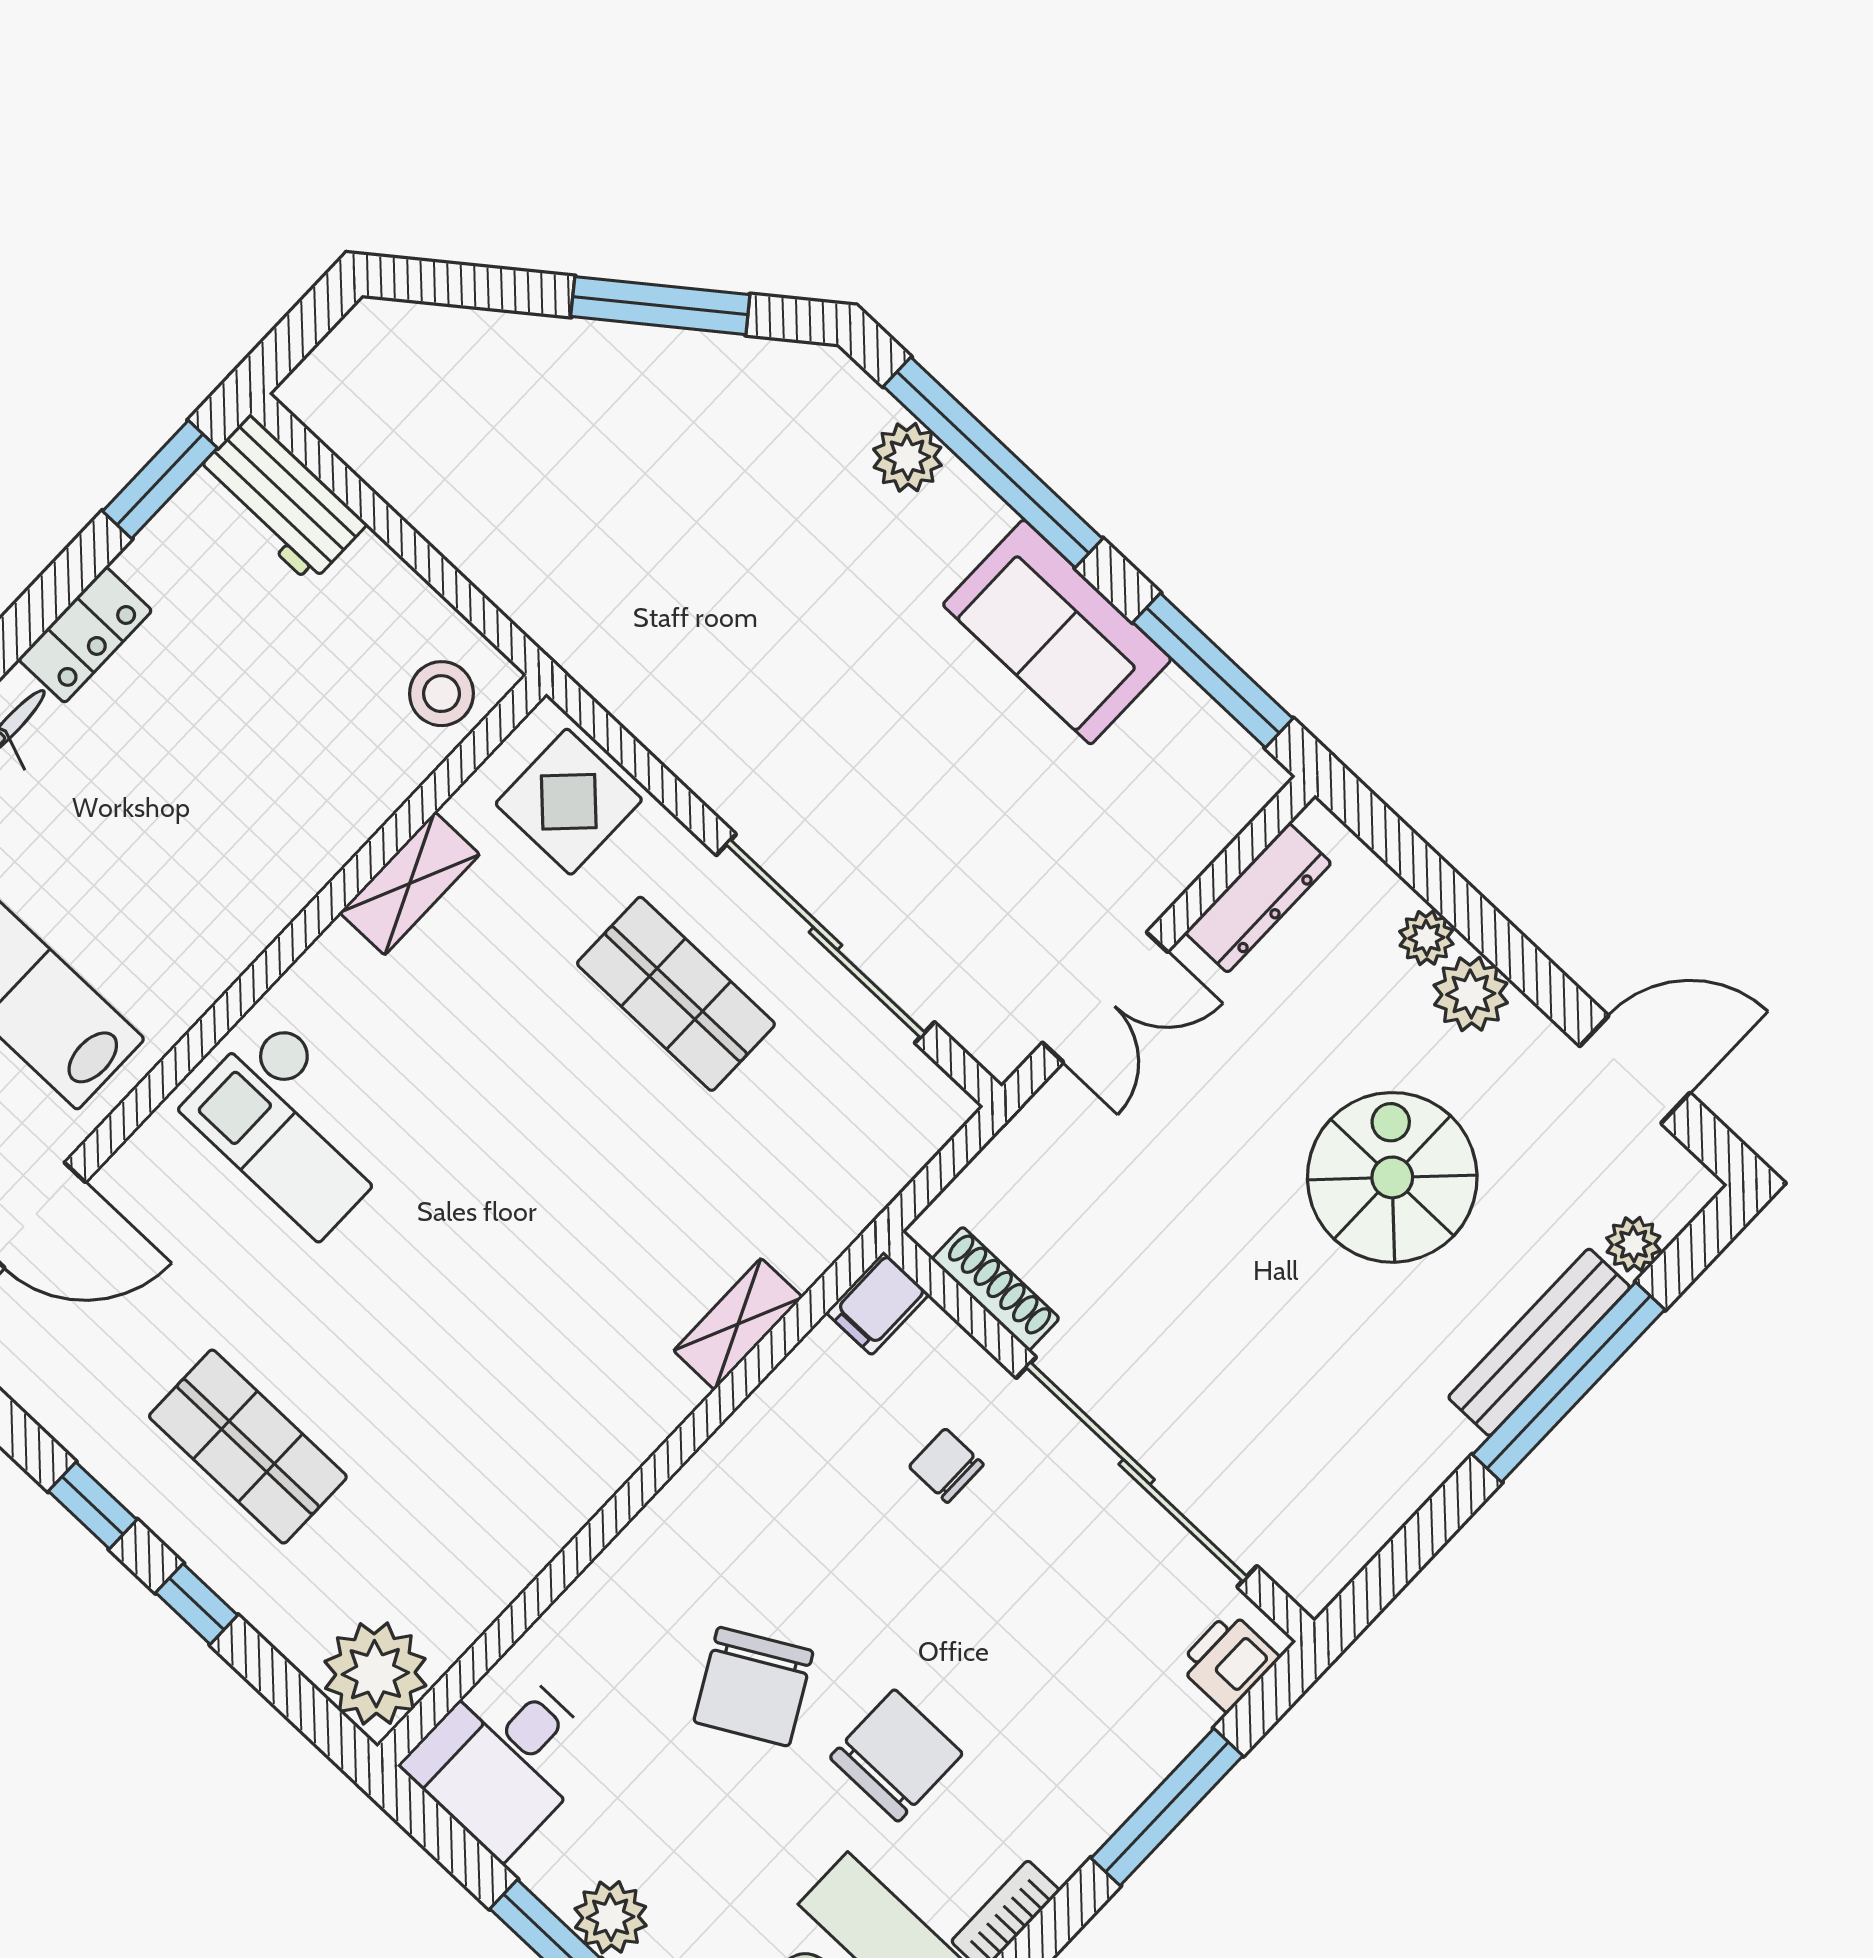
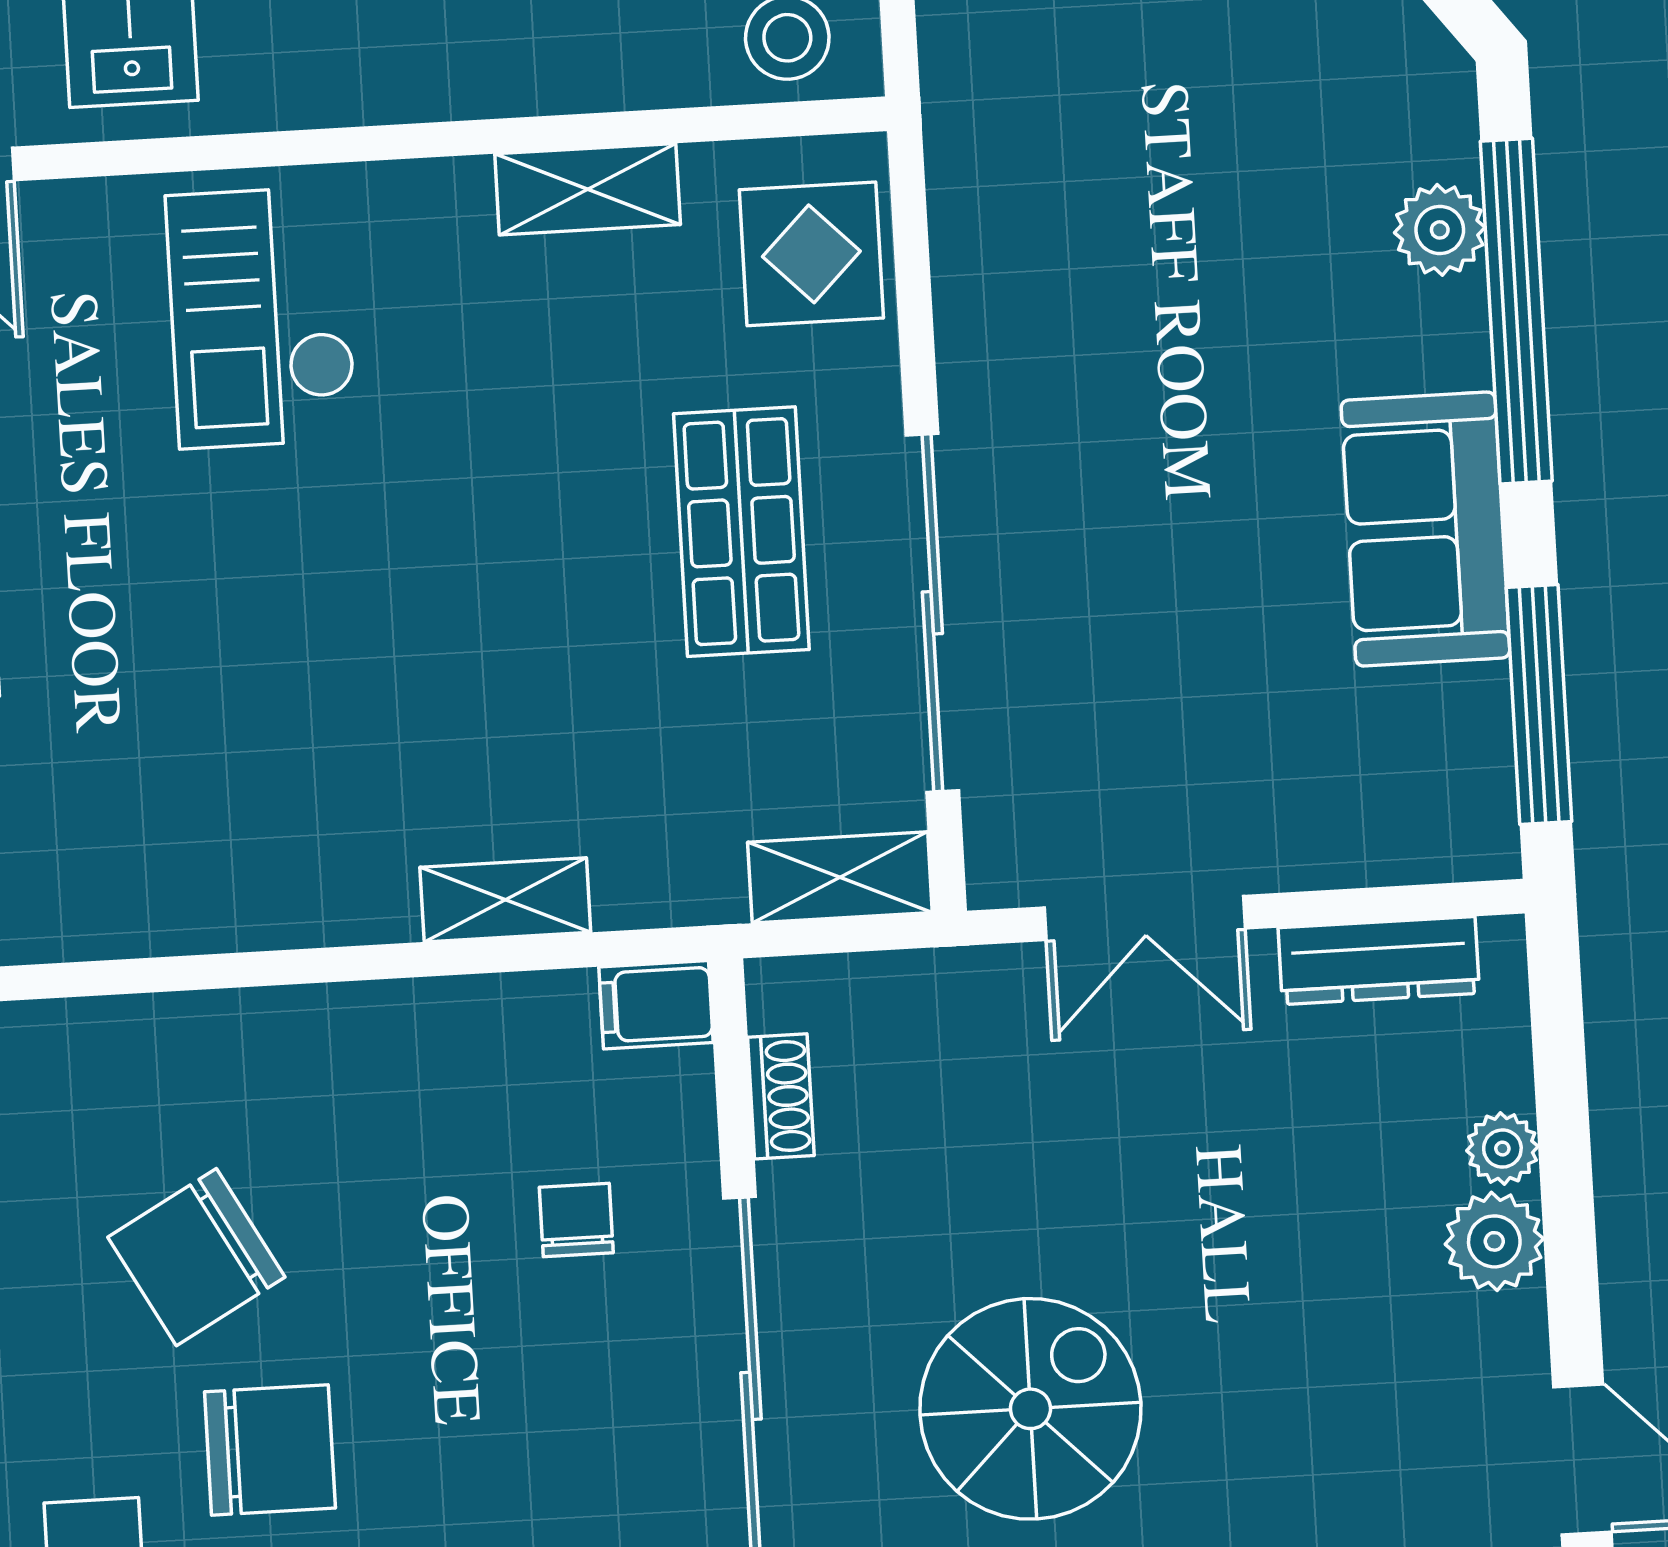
shelving: (913, 1135) -> (840, 877), added
spiral stairs: (1392, 1177) -> (1030, 1409), moved
shoe rack: (996, 1289) -> (781, 1096), width x0.70

